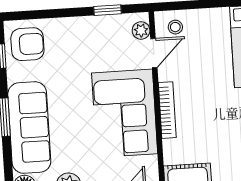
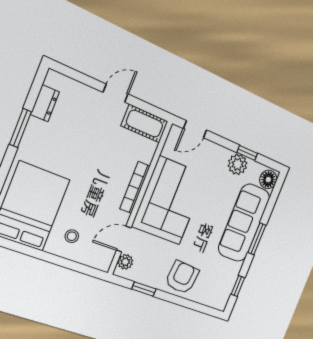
stool: (175, 27) -> (72, 236), moved
armchair: (27, 44) -> (182, 277), moved, turned 95

